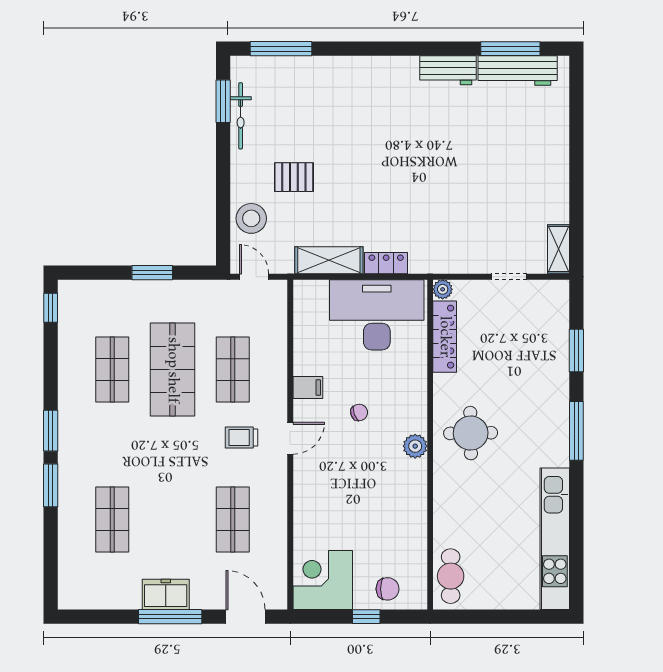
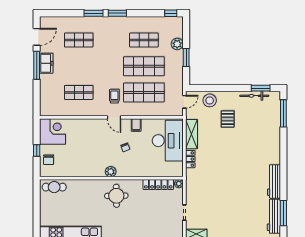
workbench: (448, 70) -> (274, 181), width x1.38
plant: (121, 293) -> (177, 44), added
desk: (377, 315) -> (168, 141), moved
shop shelf: (233, 370) -> (144, 92), width x1.43, depth x1.36
door: (245, 617) -> (37, 37), moved

